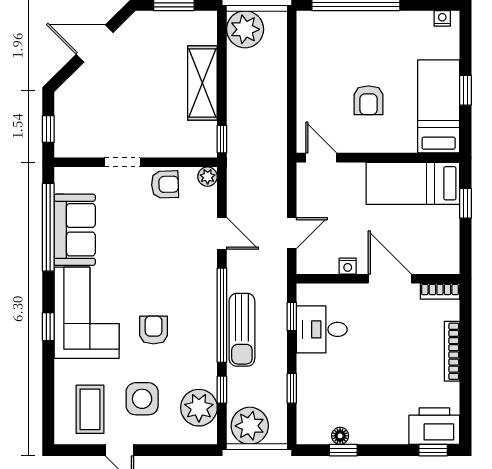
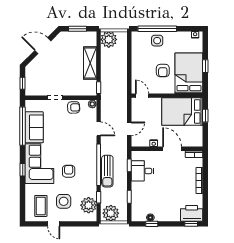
side table: (356, 32) -> (157, 41), added
bed: (439, 106) -> (189, 73), width x1.50
bed: (413, 183) -> (182, 112), width x1.50

